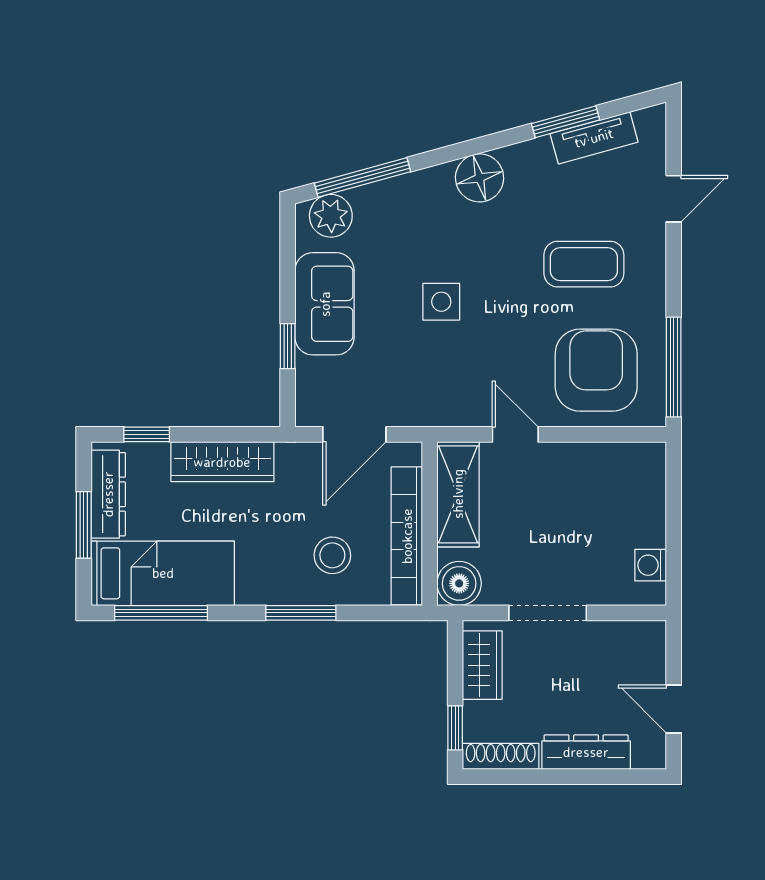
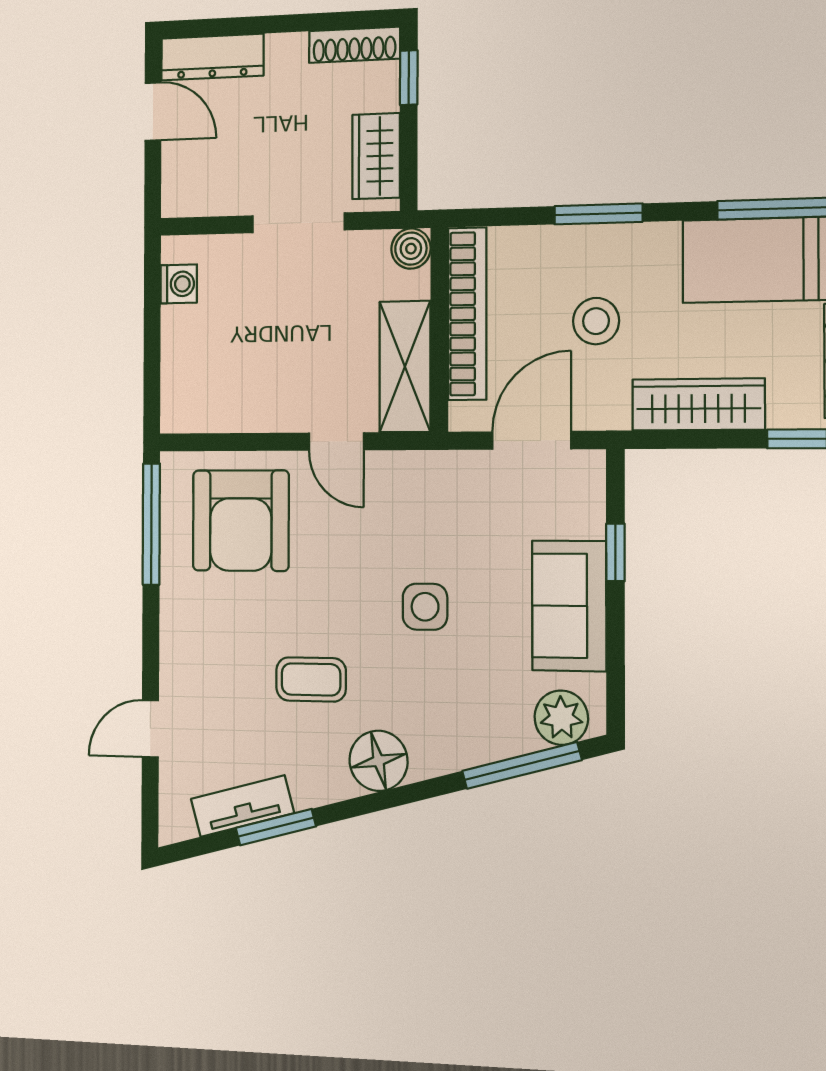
coffee table: (584, 264) -> (311, 679), moved, width x0.73, depth x0.77
stool: (332, 555) -> (596, 321), moved
boiler: (459, 583) -> (411, 249), width x0.73, depth x0.73
dresser: (586, 752) -> (212, 57), moved

